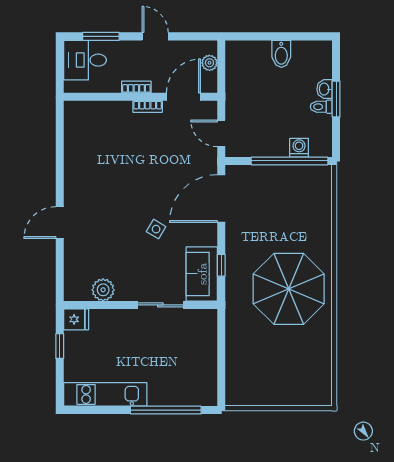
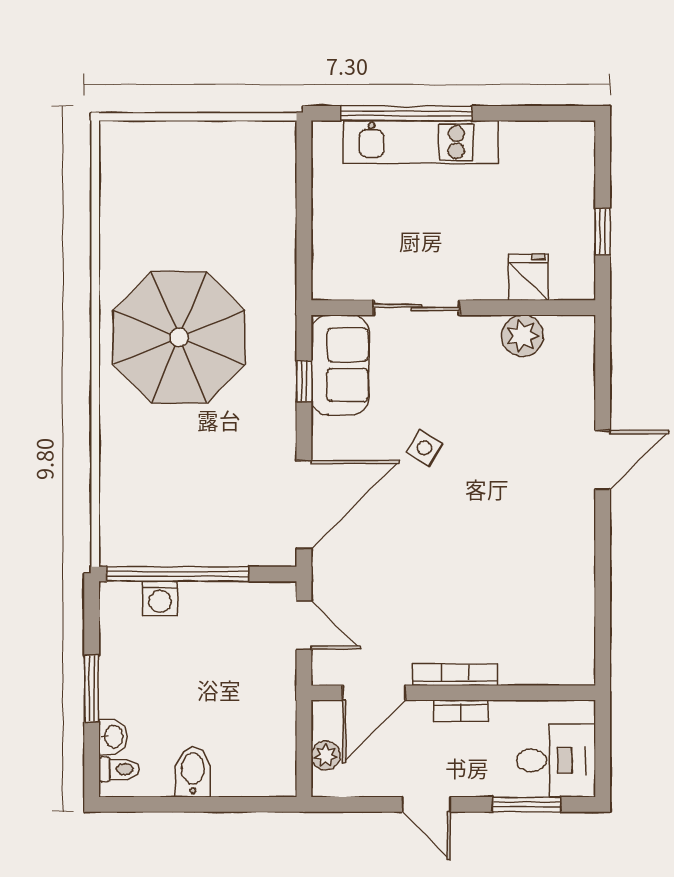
washbasin: (324, 89) -> (113, 736), moved
bookcase: (148, 106) -> (455, 675), width x1.56
toilet: (321, 107) -> (119, 769), moved
fridge: (76, 319) -> (529, 277), moved, turned 90
kitchen unit: (105, 394) -> (421, 142), moved

